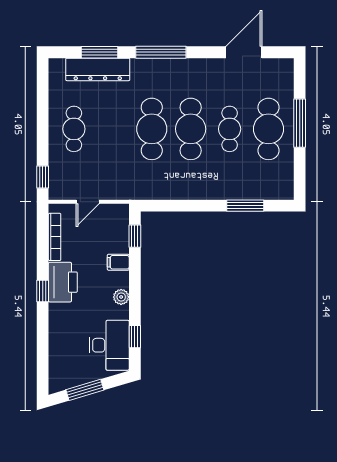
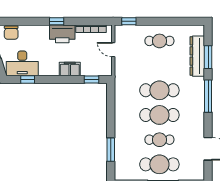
filing cabinet: (118, 262) -> (70, 69), width x2.00
plant: (121, 297) -> (53, 71), removed
chair: (61, 363) -> (11, 33), added

